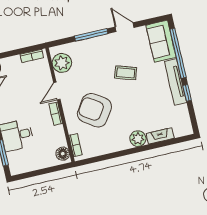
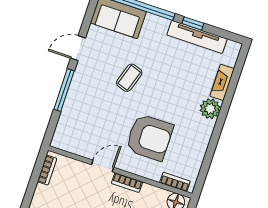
plant: (62, 63) -> (75, 141), removed
tv unit: (176, 82) -> (197, 37), moved
door: (57, 91) -> (103, 166), swing flipped
armchair: (95, 110) -> (149, 137), turned -124

